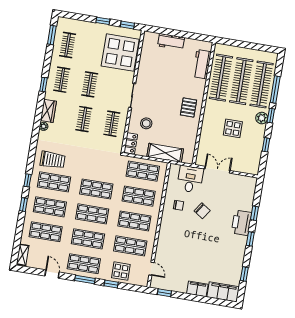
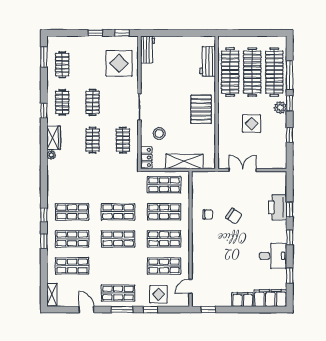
workbench: (171, 42) -> (148, 49), moved, turned -90
display table: (120, 53) -> (119, 63), width x0.73, depth x0.73
pallet: (189, 107) -> (201, 109), width x1.50, depth x1.42
trolley: (53, 160) -> (67, 189), removed
desk: (190, 179) -> (273, 256), moved, turned 90
printer: (242, 223) -> (278, 207), moved
shop shelf: (88, 239) -> (118, 266), removed
door: (151, 269) -> (190, 286), swing flipped

